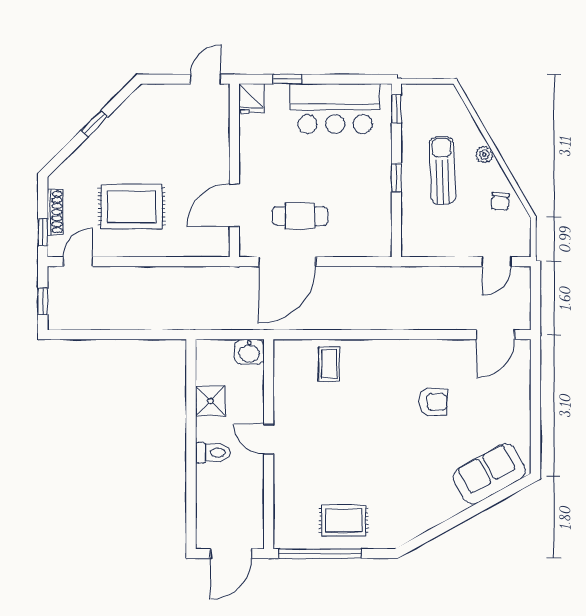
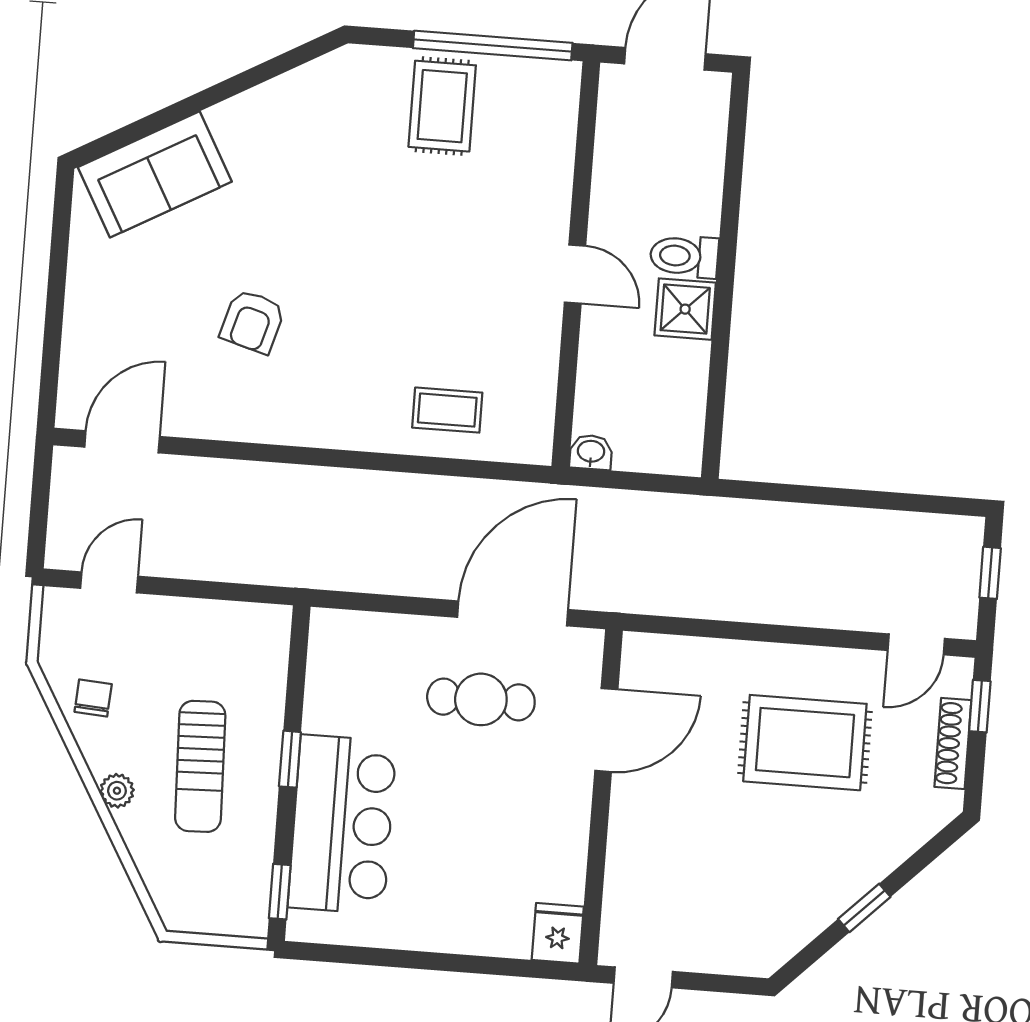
window: (287, 79) -> (486, 965), removed
bar counter: (335, 109) -> (342, 824), moved, turned 90
washbasin: (249, 352) -> (591, 452), width x0.72, depth x0.69
coffee table: (329, 364) -> (447, 410), turned 90
shower: (210, 401) -> (685, 309), moved
armchair: (433, 402) -> (252, 321), turned -74
rug: (344, 520) -> (442, 106), turned 90

